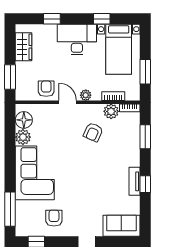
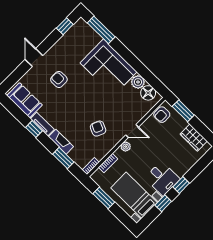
window: (52, 19) -> (181, 185), moved
desk: (77, 40) -> (162, 178), width x0.73
armchair: (46, 89) -> (162, 115), moved, turned 90
plant: (111, 111) -> (100, 152), removed
fireplace: (134, 152) -> (61, 142), added
armchair: (54, 218) -> (59, 80), moved, turned 180
sofa: (121, 226) -> (25, 100), moved, turned -90

